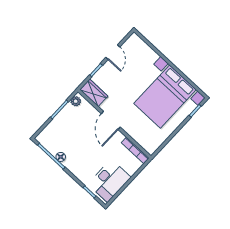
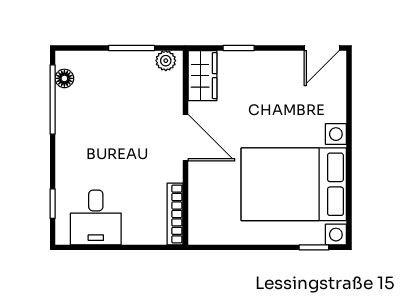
door: (113, 52) -> (322, 48), moved
door: (111, 120) -> (185, 138), swing flipped
floor lamp: (61, 157) -> (64, 78), moved
desk: (109, 181) -> (96, 217), width x0.73

